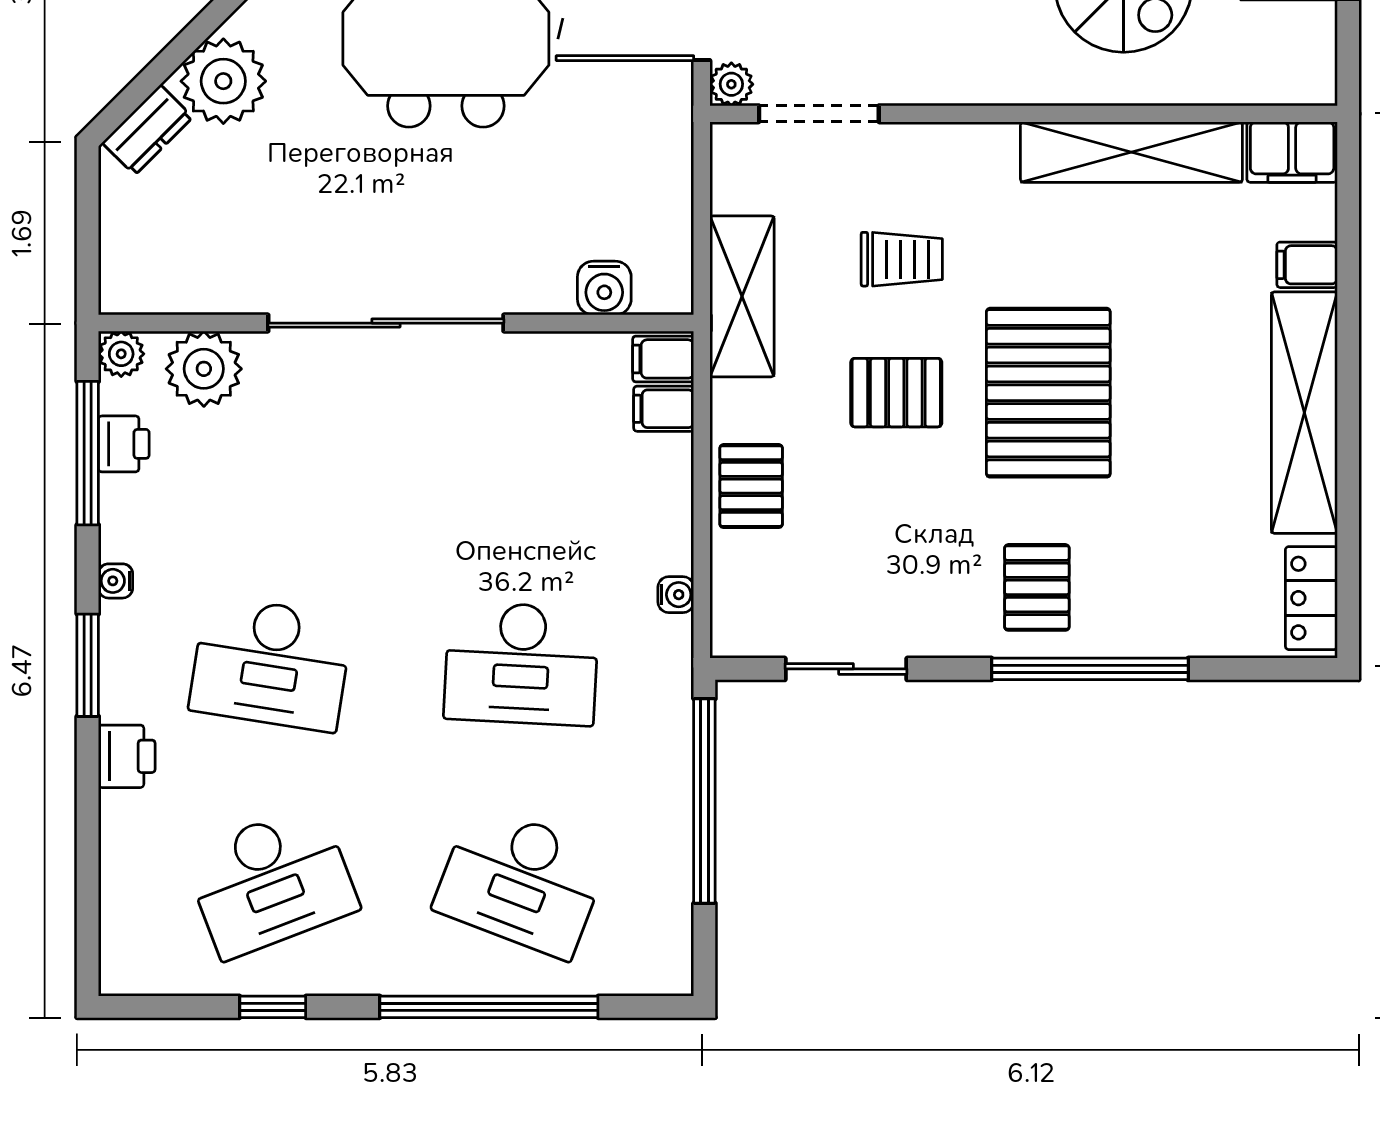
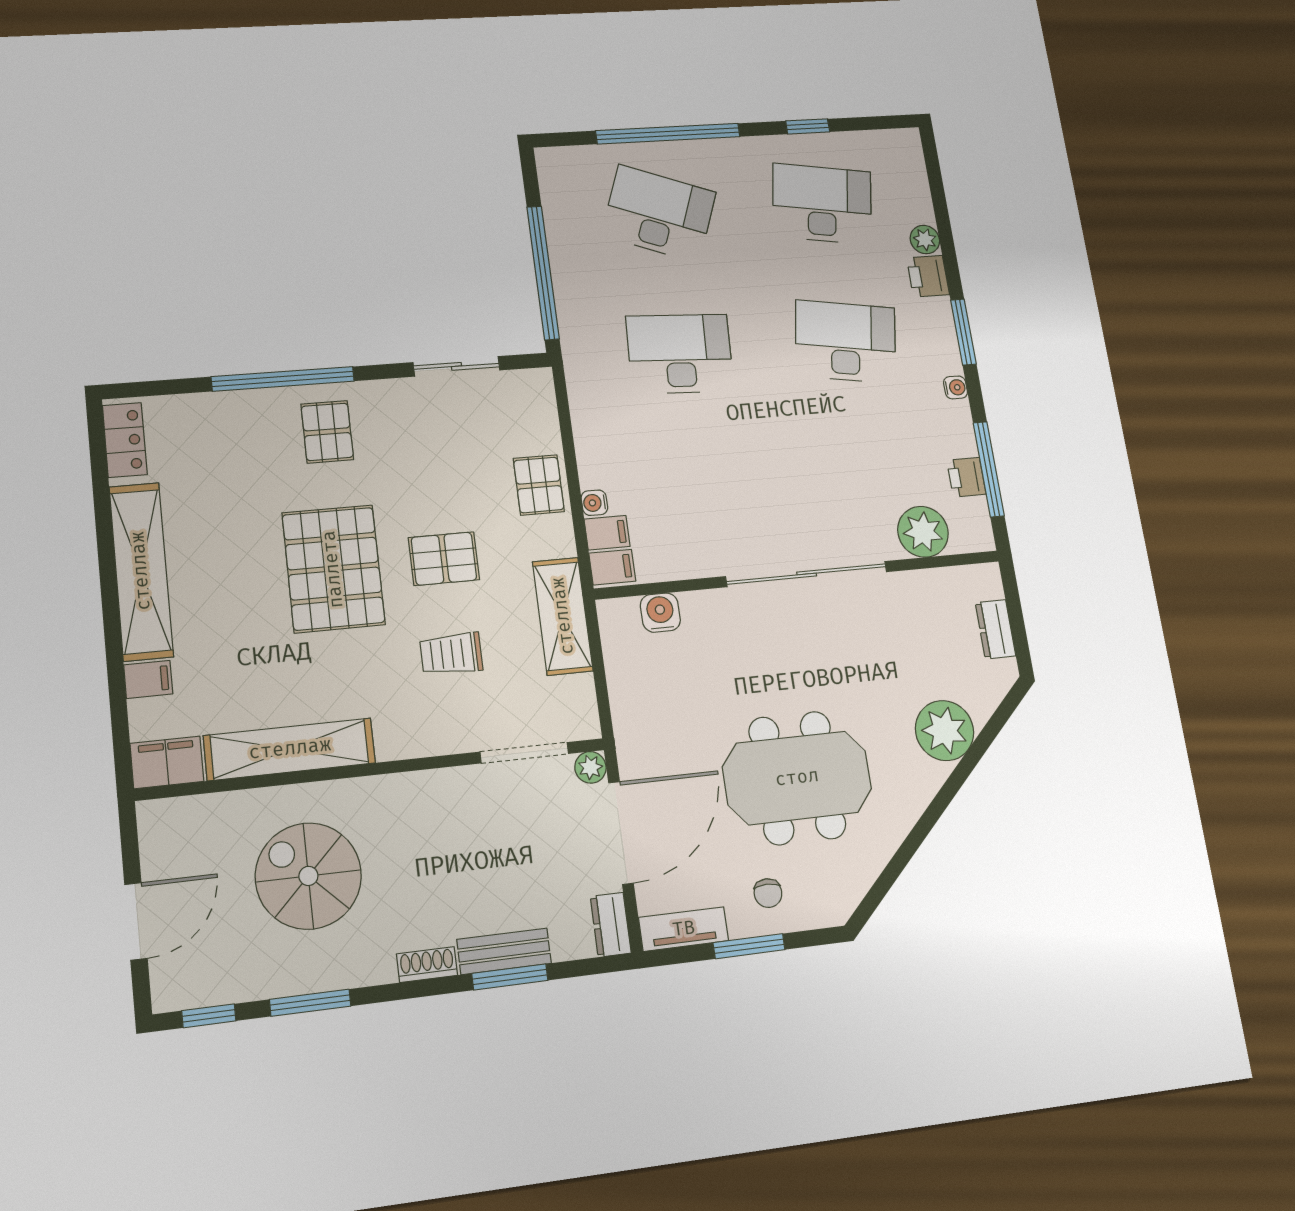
dresser: (147, 130) -> (995, 629), moved, turned -45
plant: (121, 354) -> (925, 240), moved
water cooler: (676, 595) -> (594, 503), moved
desk: (271, 881) -> (822, 204), turned 30

